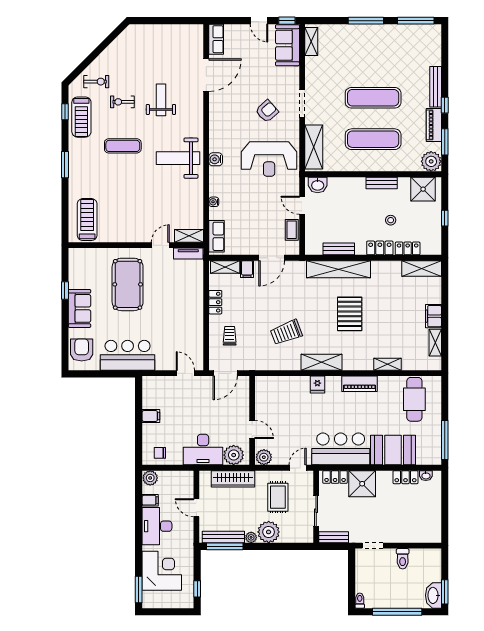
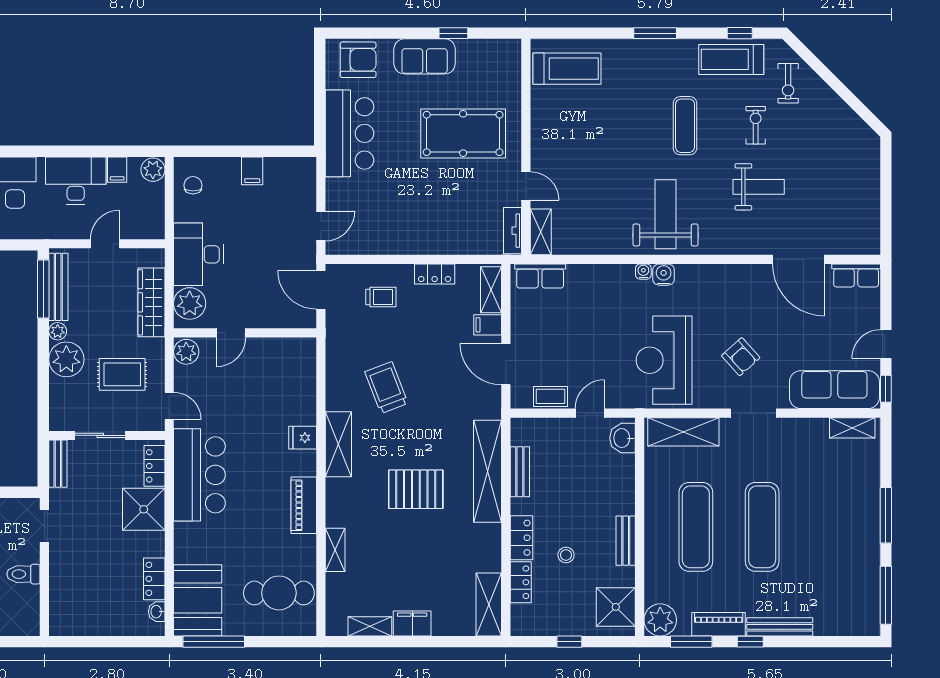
sofa: (287, 45) -> (834, 390), width x1.36
water cooler: (214, 202) -> (643, 272), moved
booth: (393, 450) -> (198, 600), moved

